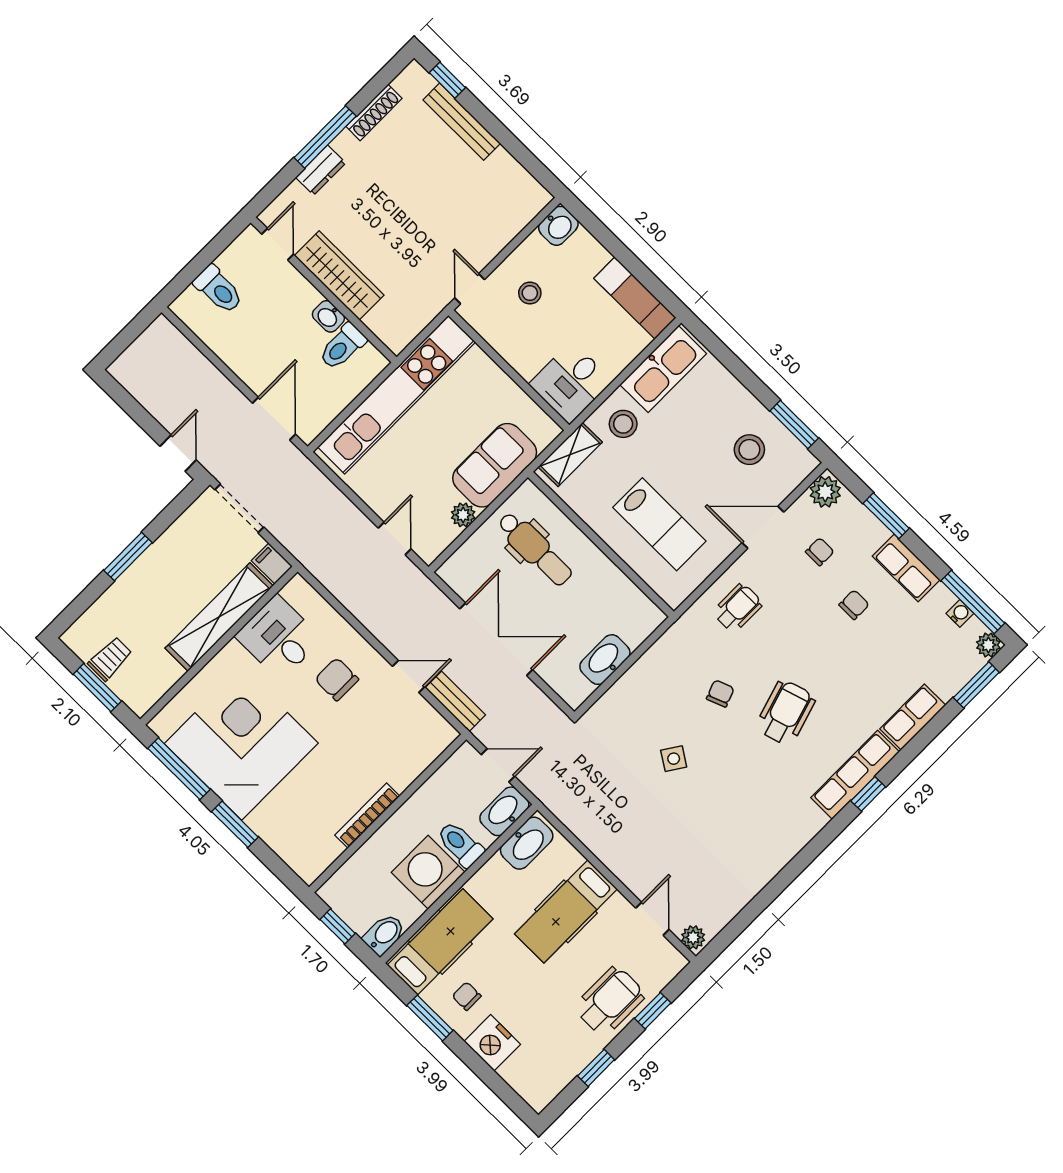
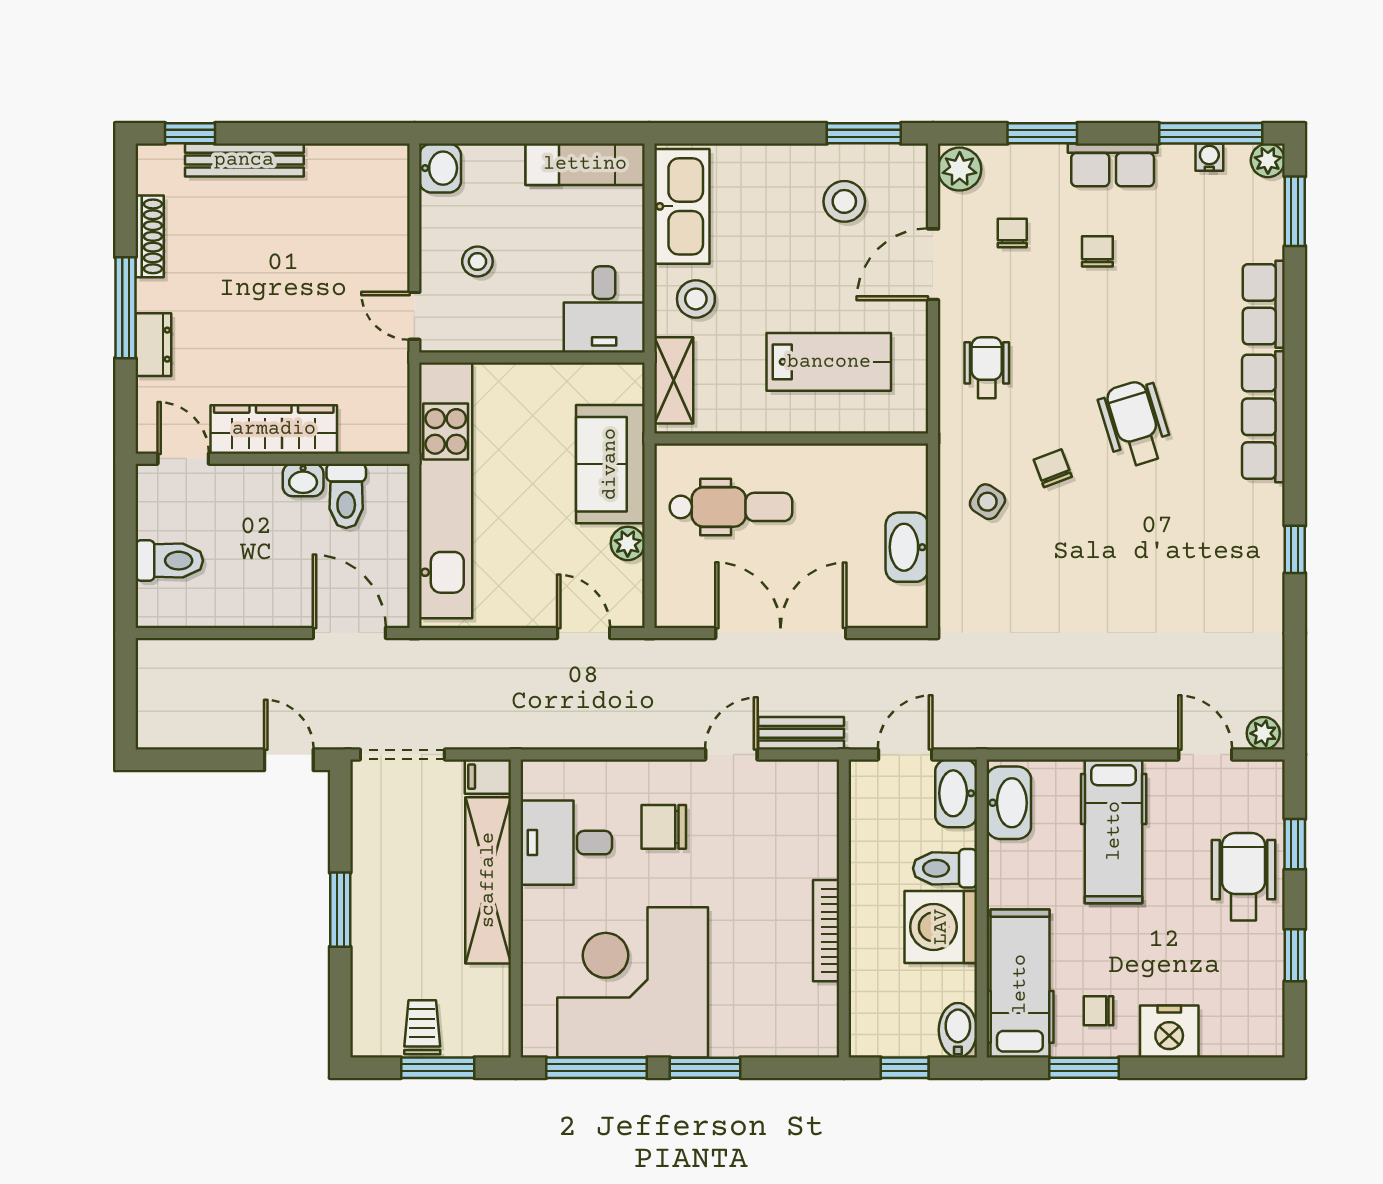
side table: (674, 759) -> (987, 502), moved
window: (868, 794) -> (1295, 549), moved

